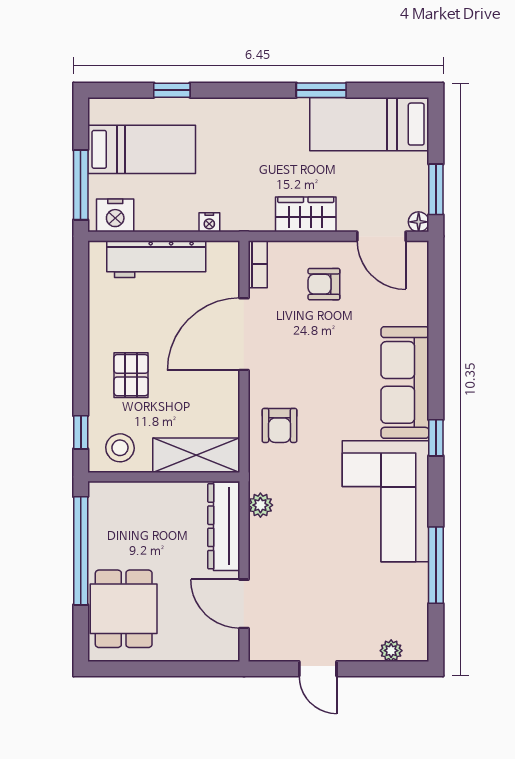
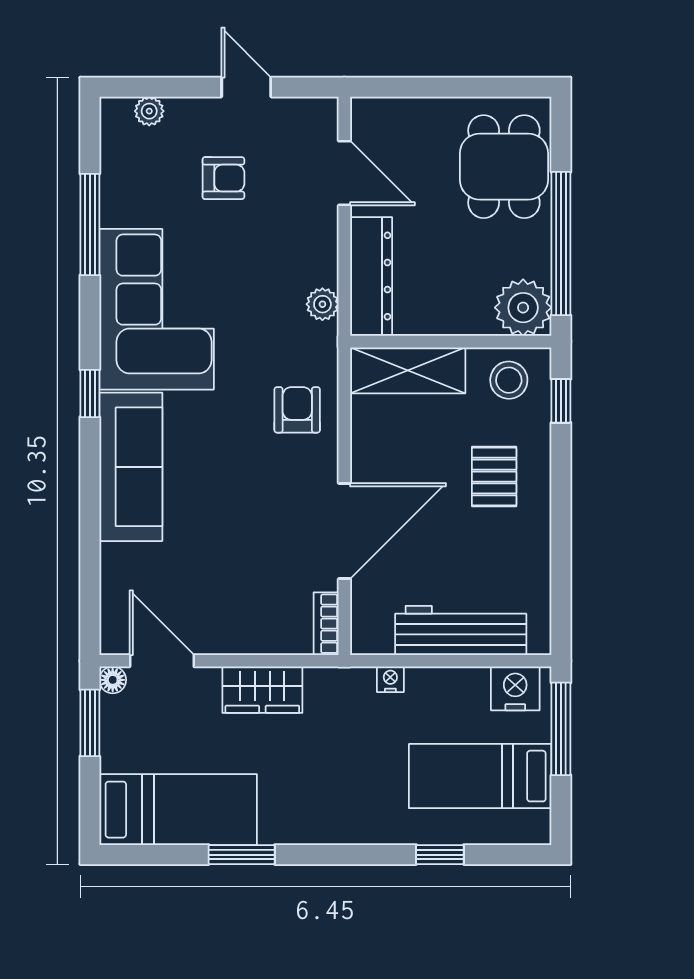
armchair: (324, 284) -> (223, 178), moved
plant: (109, 503) -> (523, 308), added

